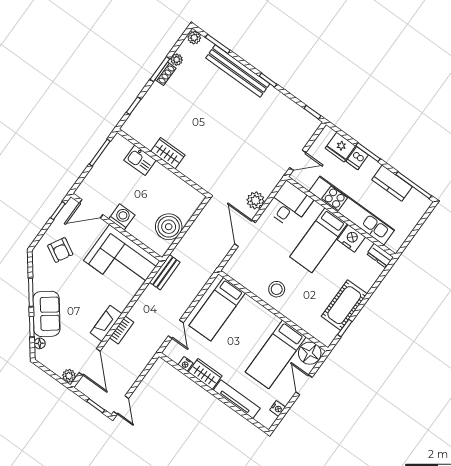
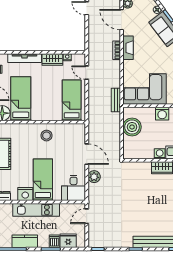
washing machine: (159, 172) -> (160, 154), added
kitchen unit: (352, 211) -> (36, 210), width x0.73

